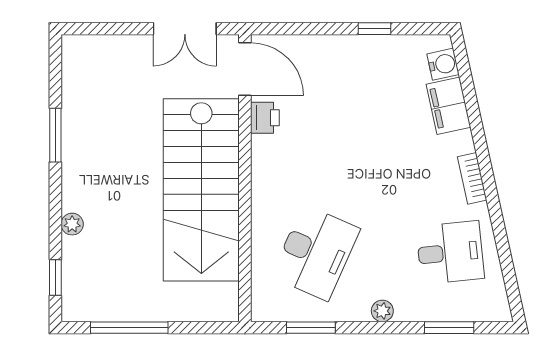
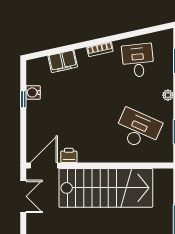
water cooler: (443, 64) -> (33, 92), moved, turned -78

